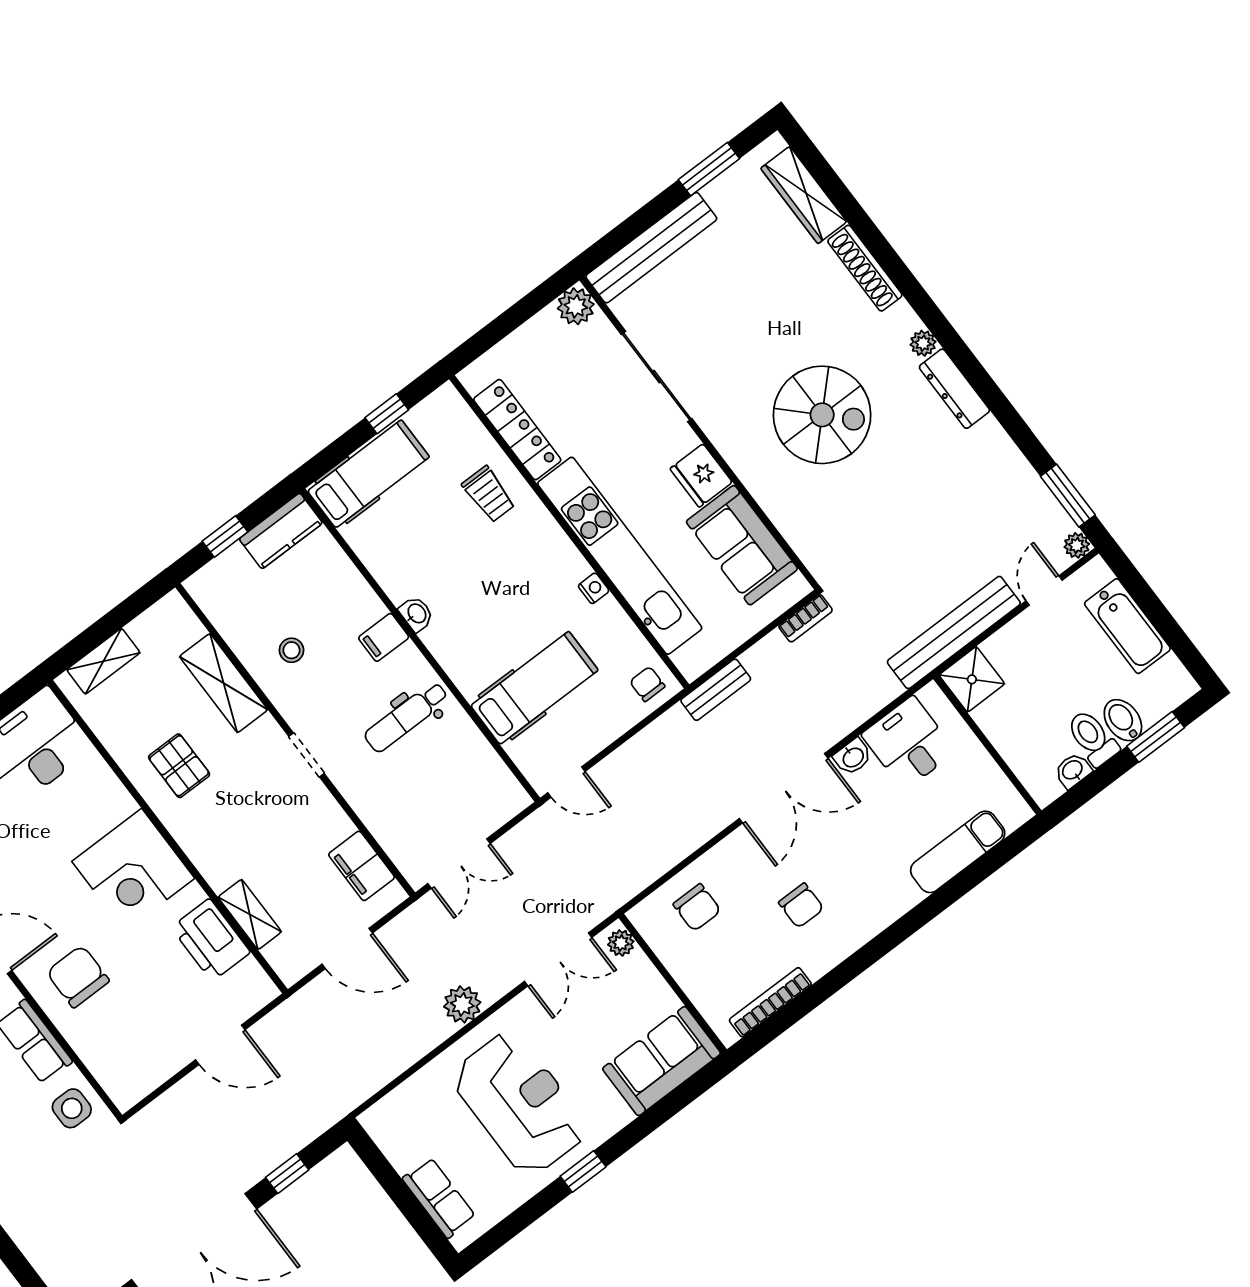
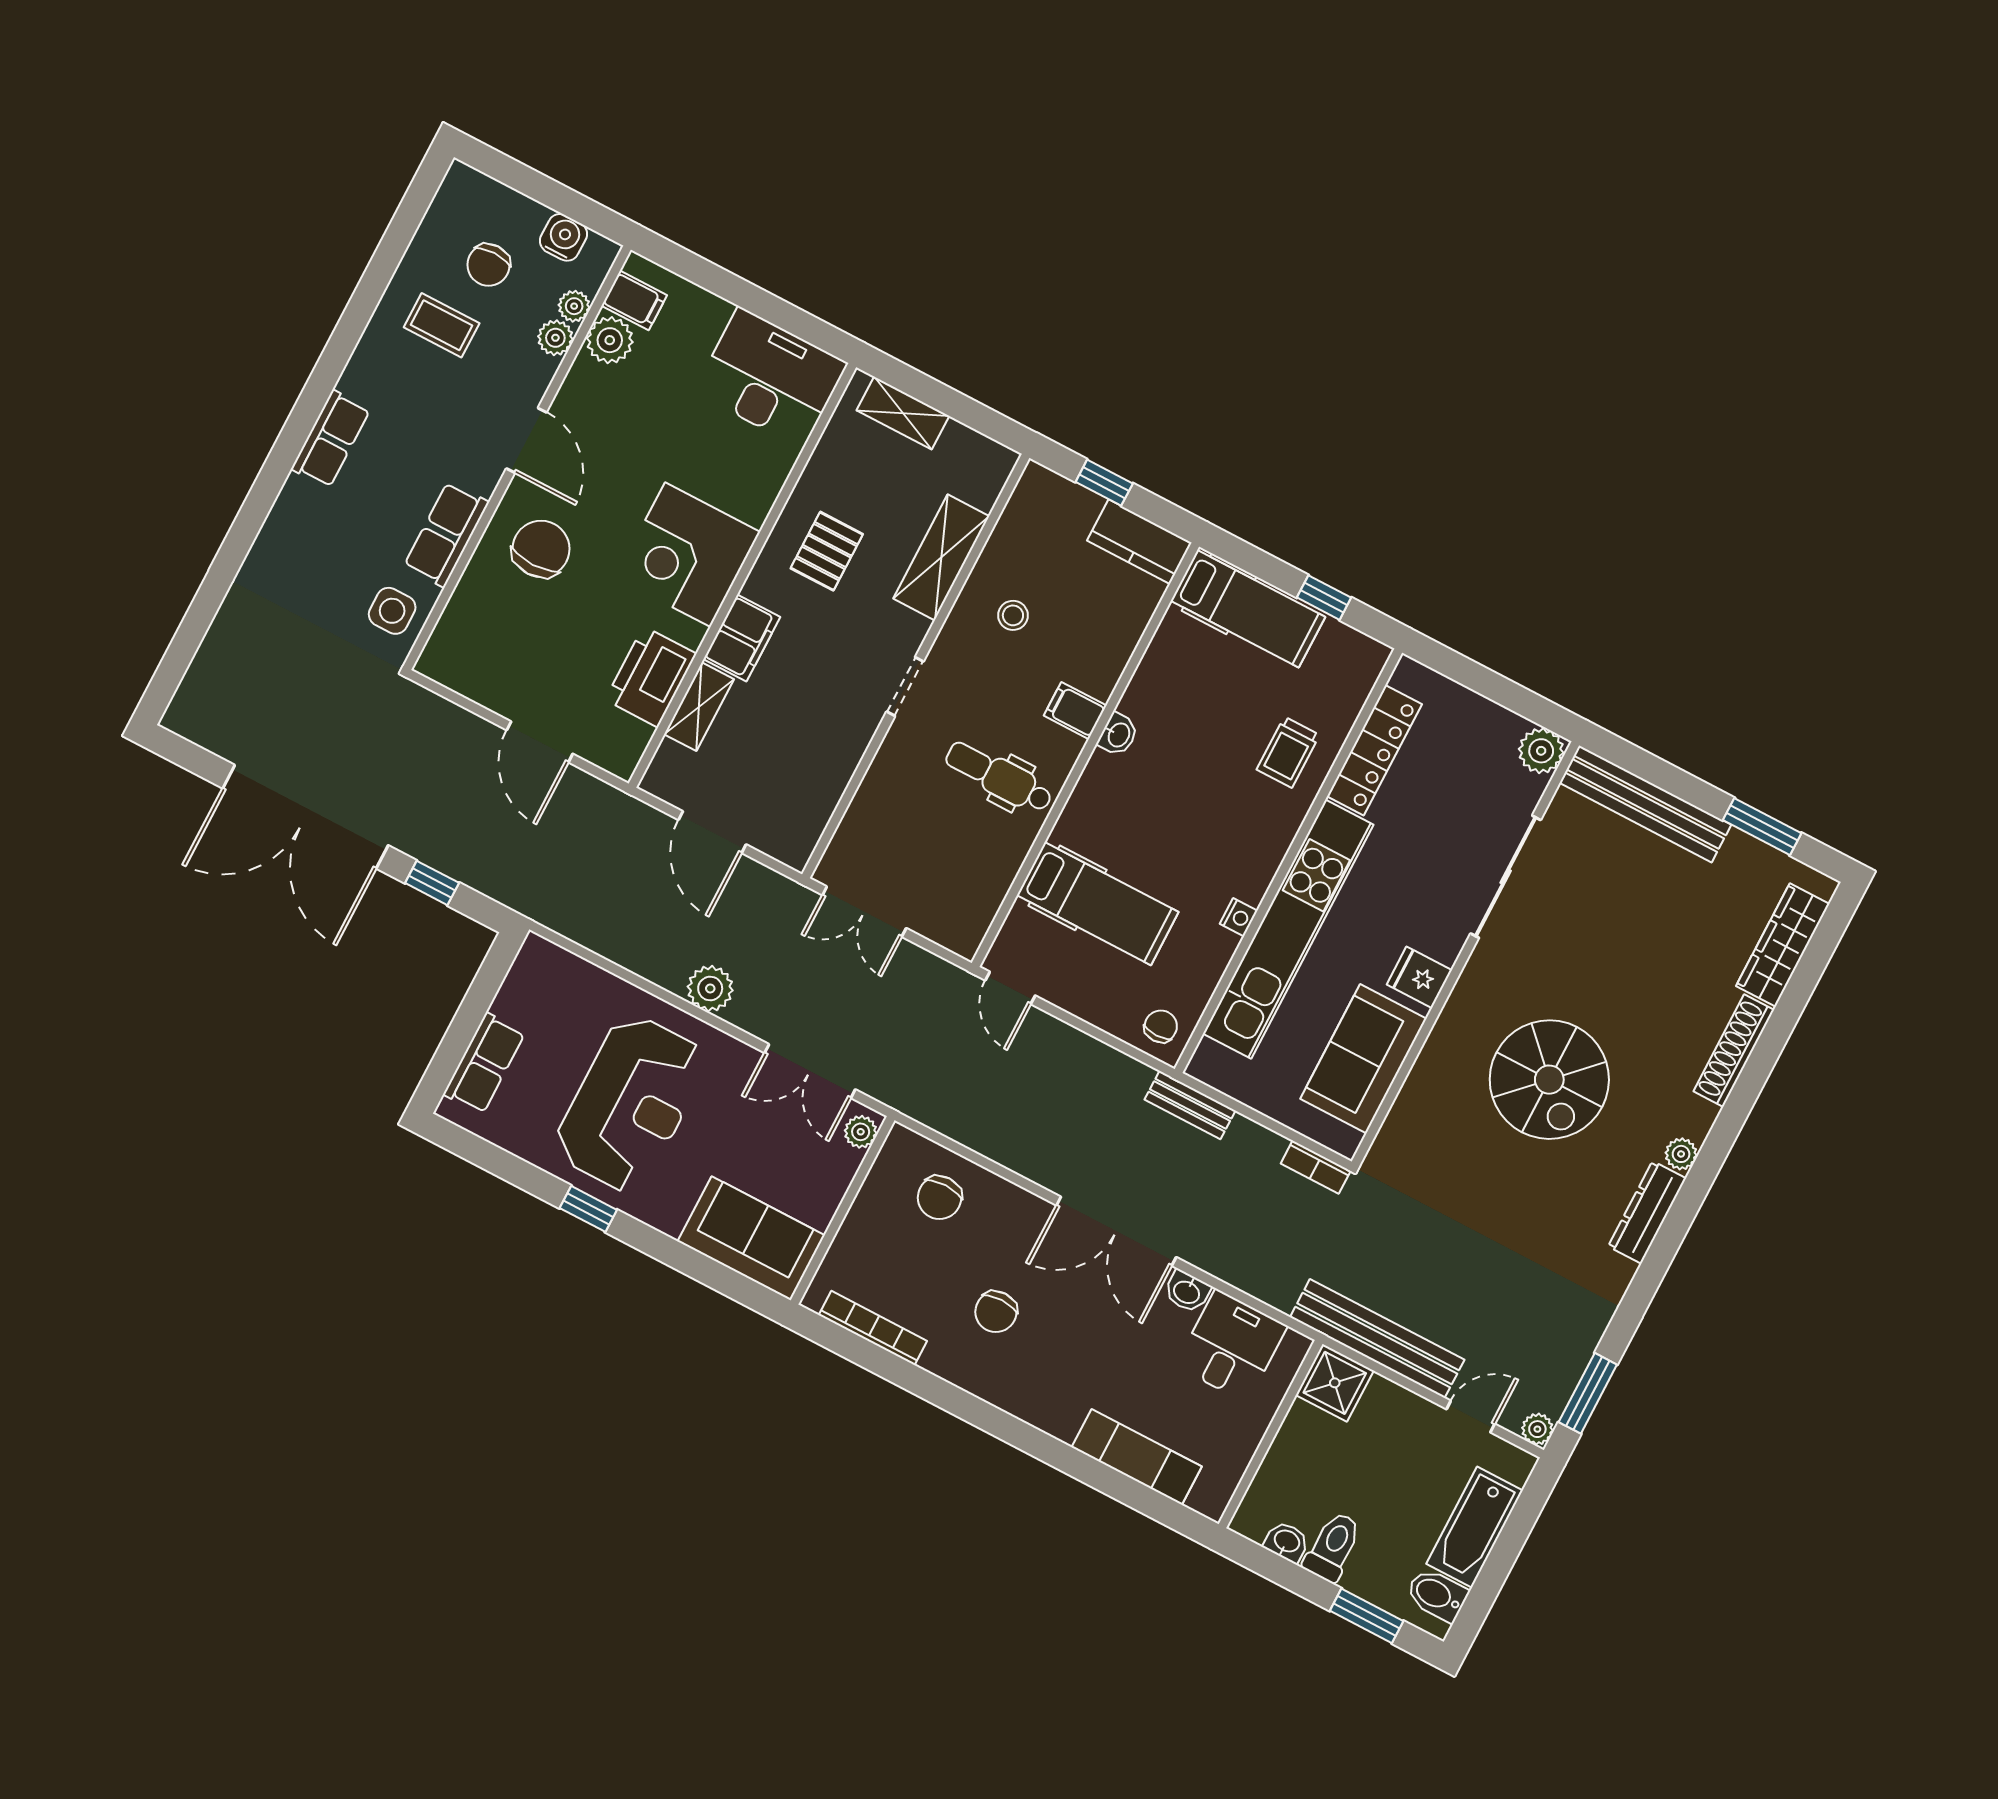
fridge: (701, 476) -> (1419, 977), width x0.72
bidet: (1123, 720) -> (1437, 1595), moved, turned -90
filing cabinet: (362, 866) -> (742, 638), moved, turned 180

